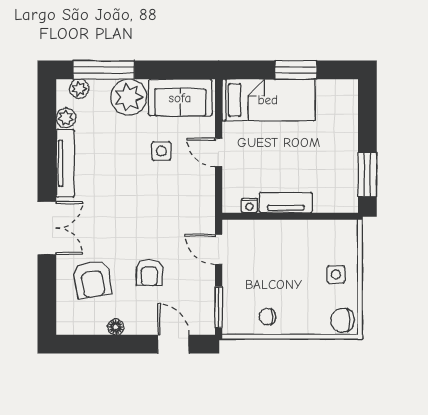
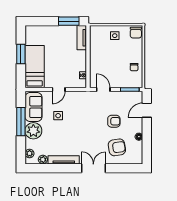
window: (104, 70) -> (21, 122), moved
tv unit: (286, 203) -> (82, 38), moved
door: (219, 249) -> (103, 89), swing flipped

